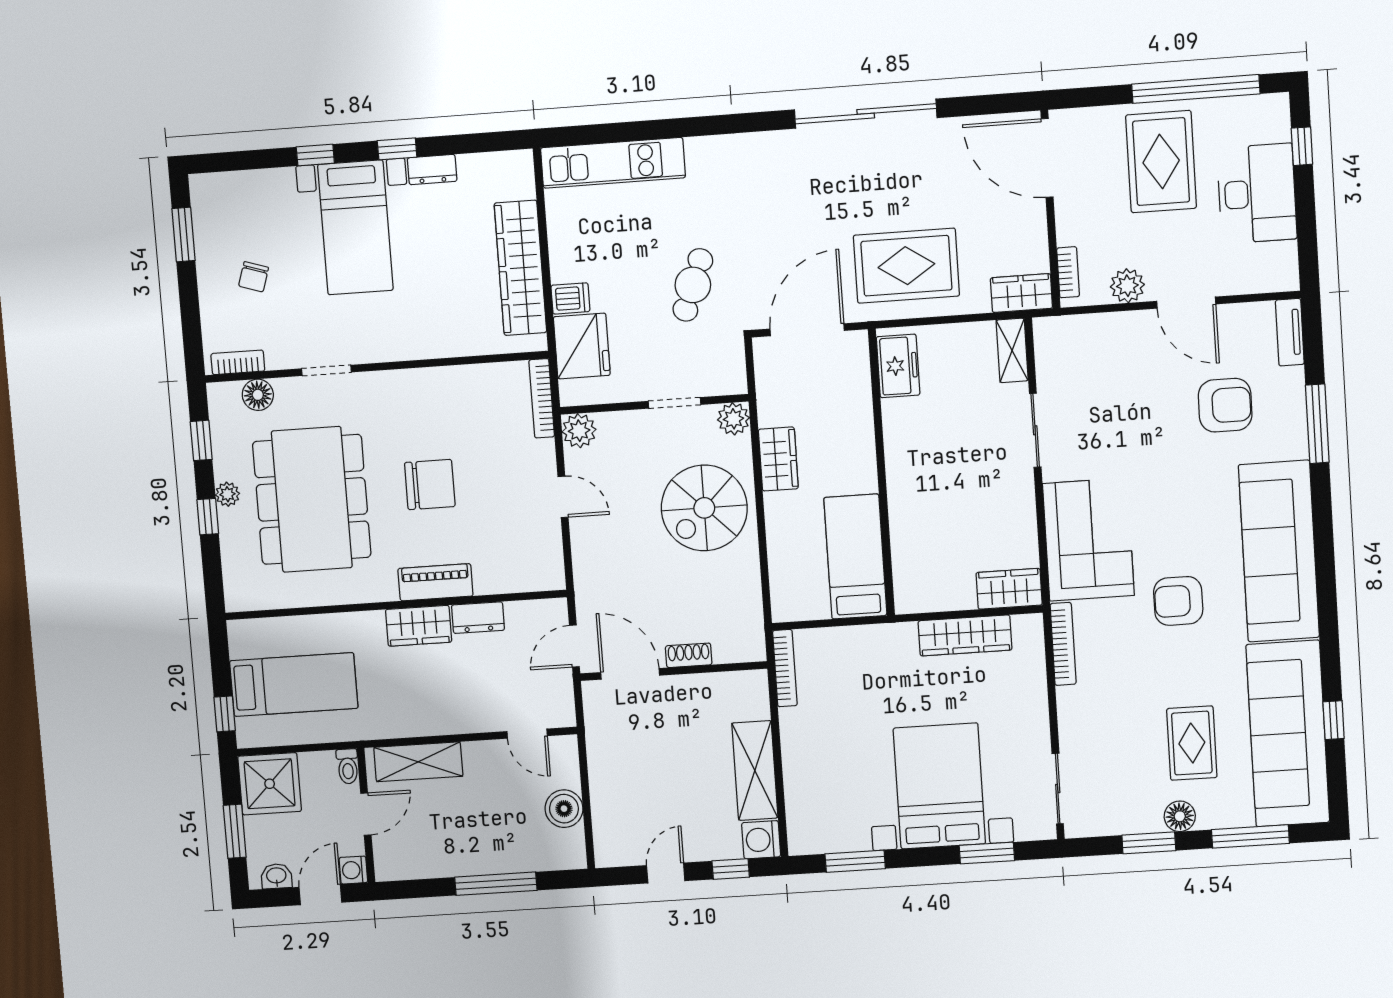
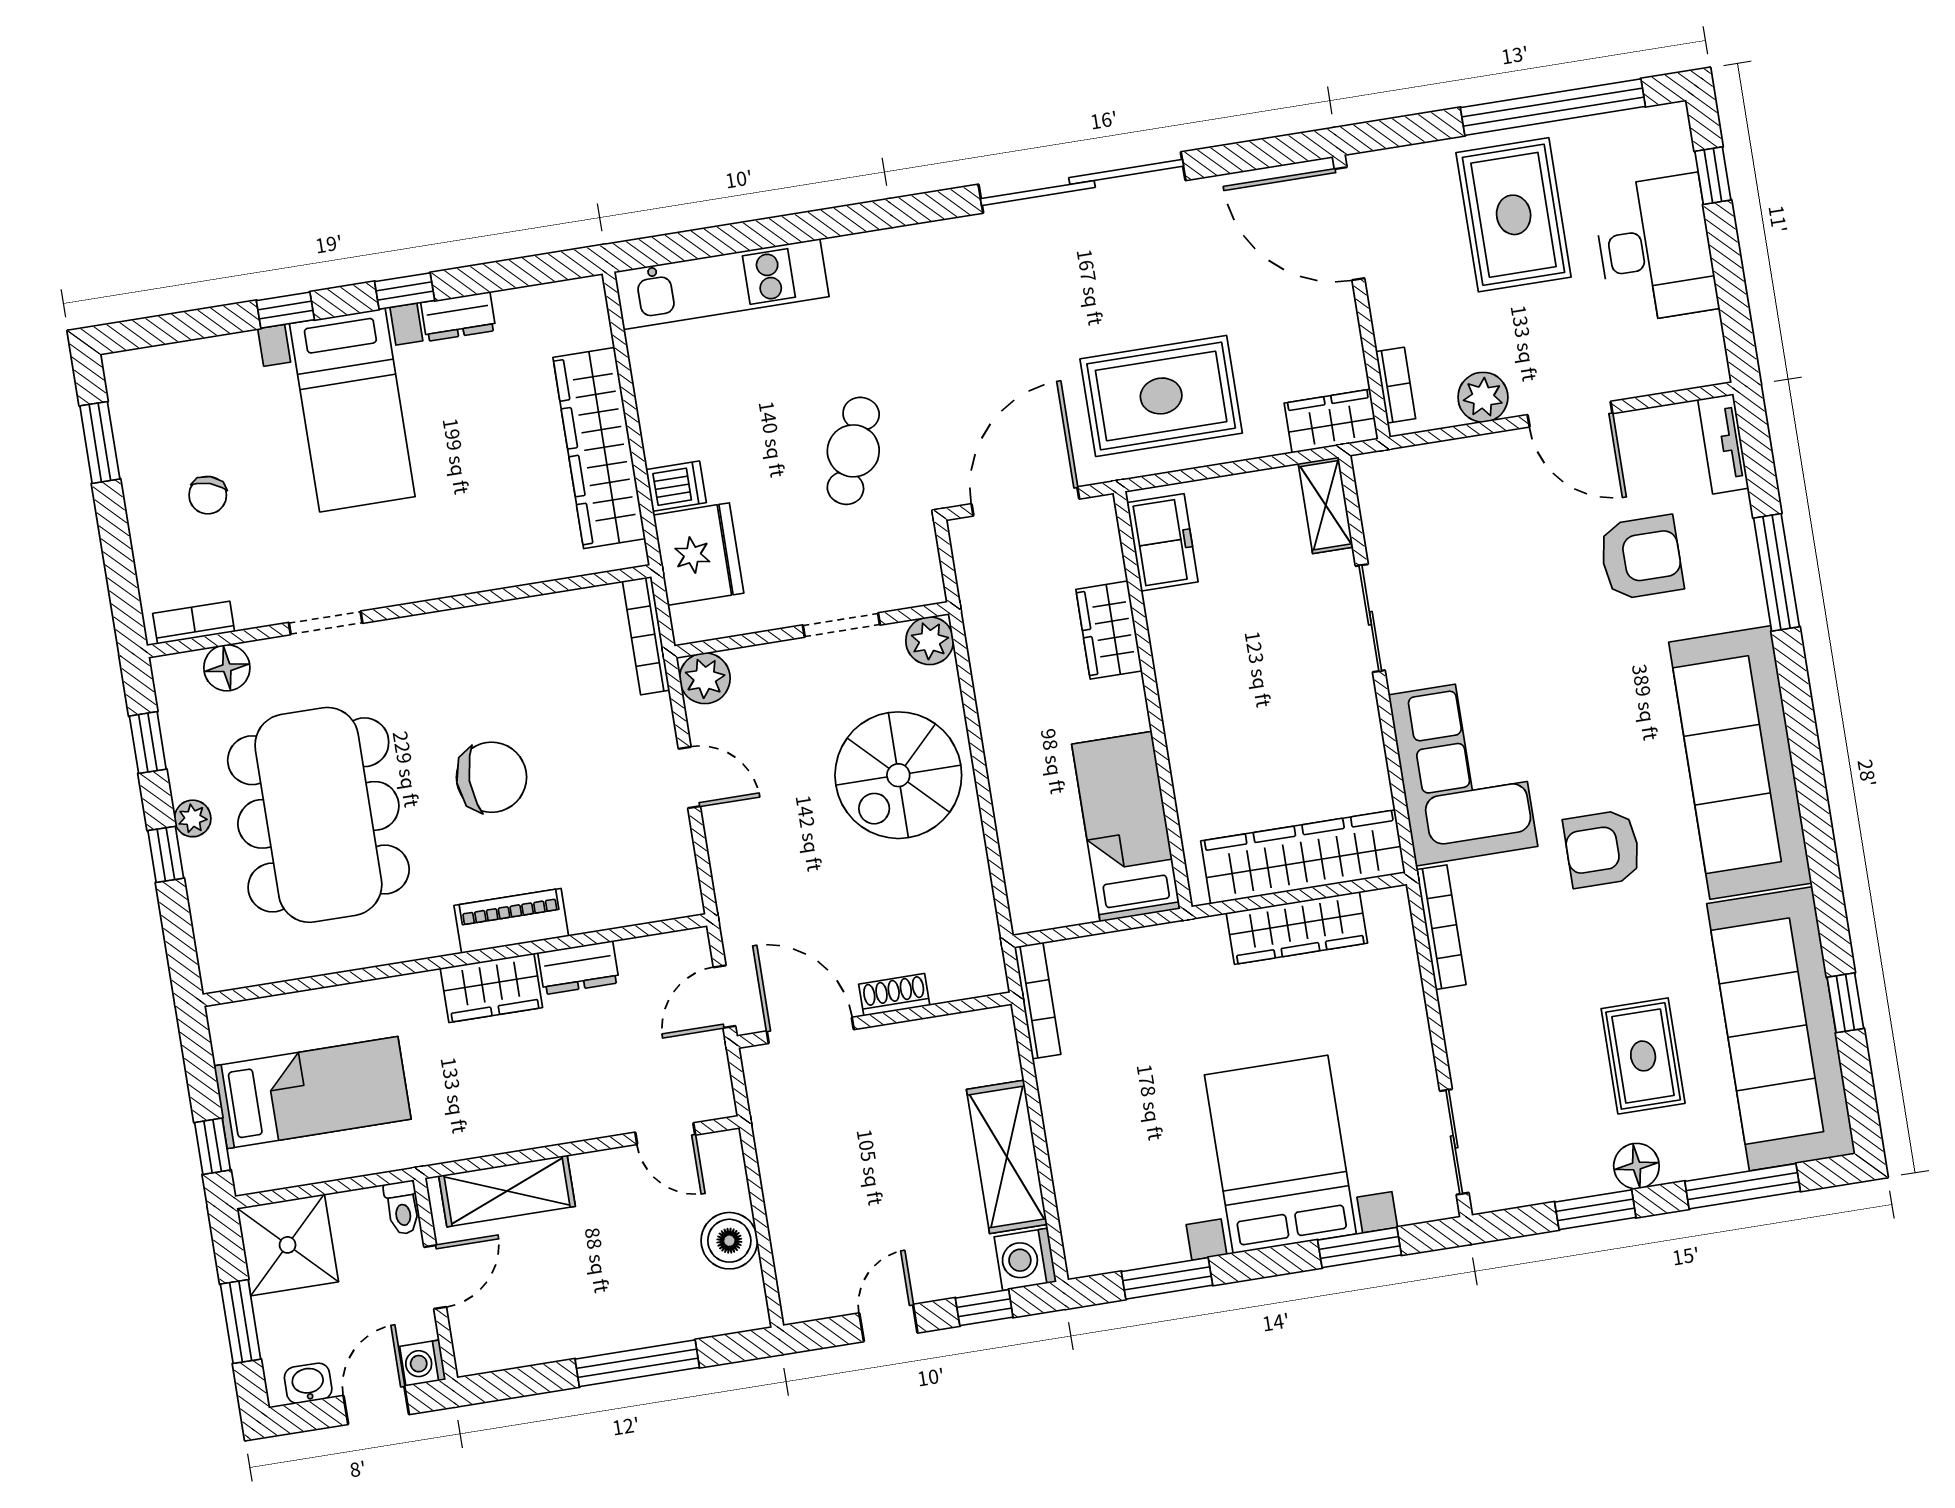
wardrobe: (778, 459) -> (1109, 630), moved, turned 180
wardrobe: (1009, 589) -> (1303, 857), width x2.10, depth x1.17

